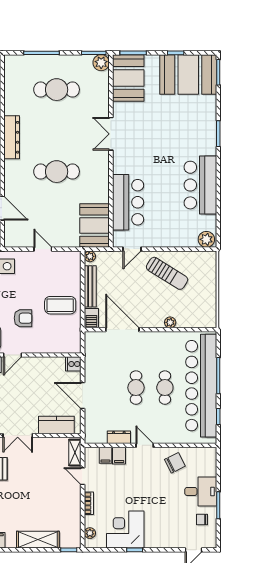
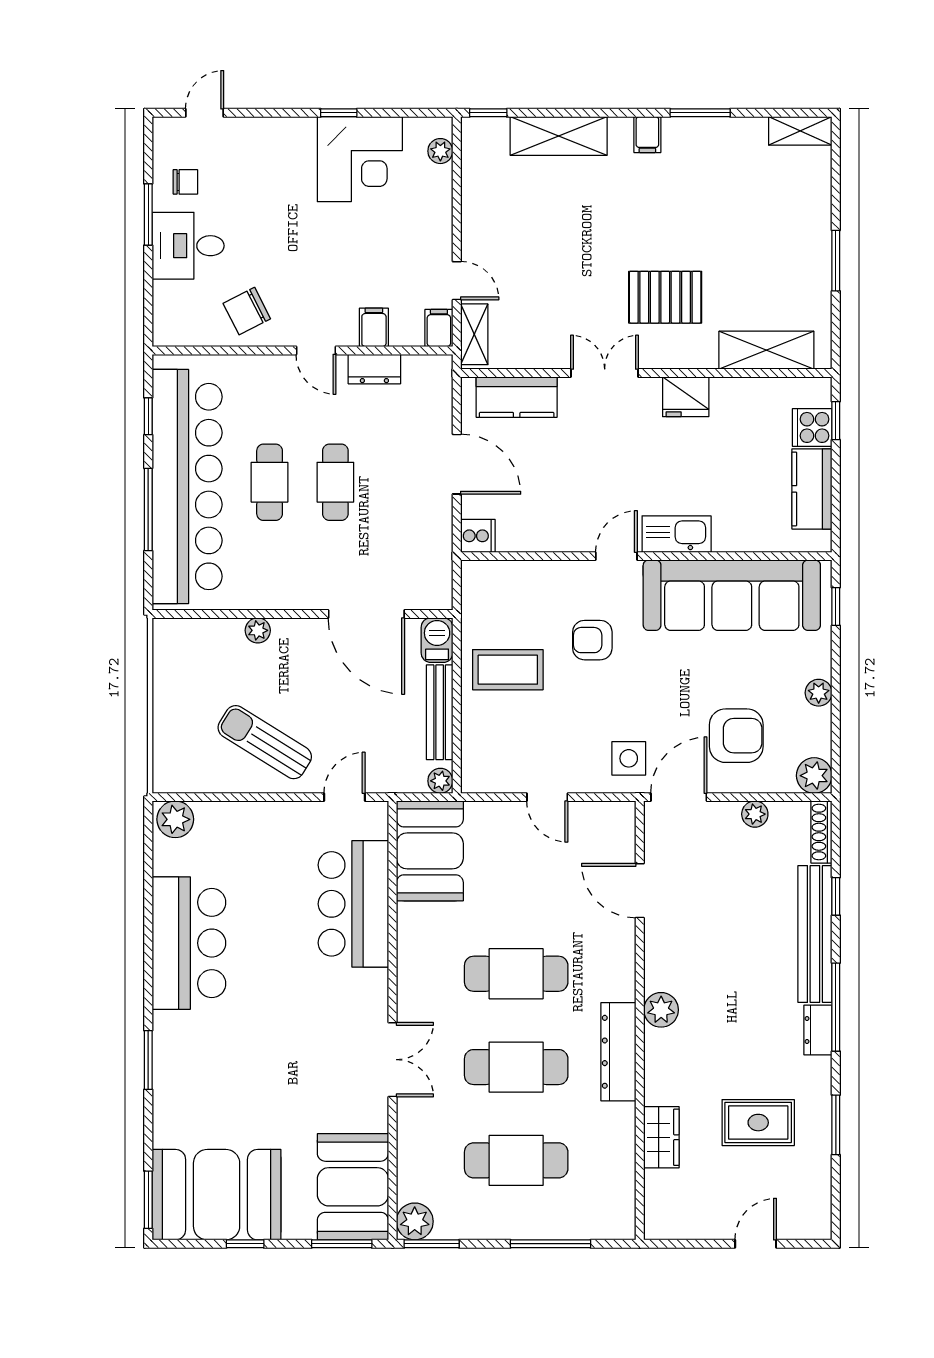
cafe table: (57, 131) -> (516, 1067), added
filing cabinet: (105, 455) -> (439, 328), moved
bookcase: (89, 503) -> (443, 219), removed

